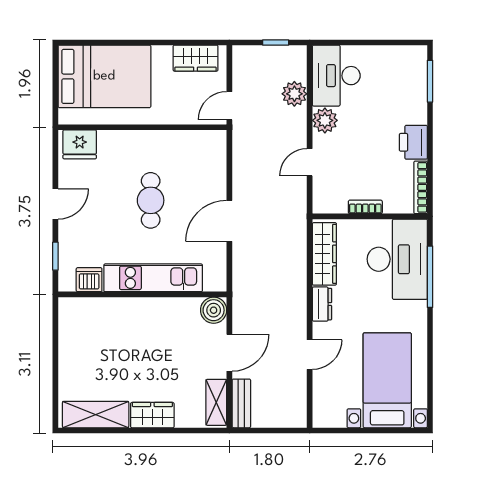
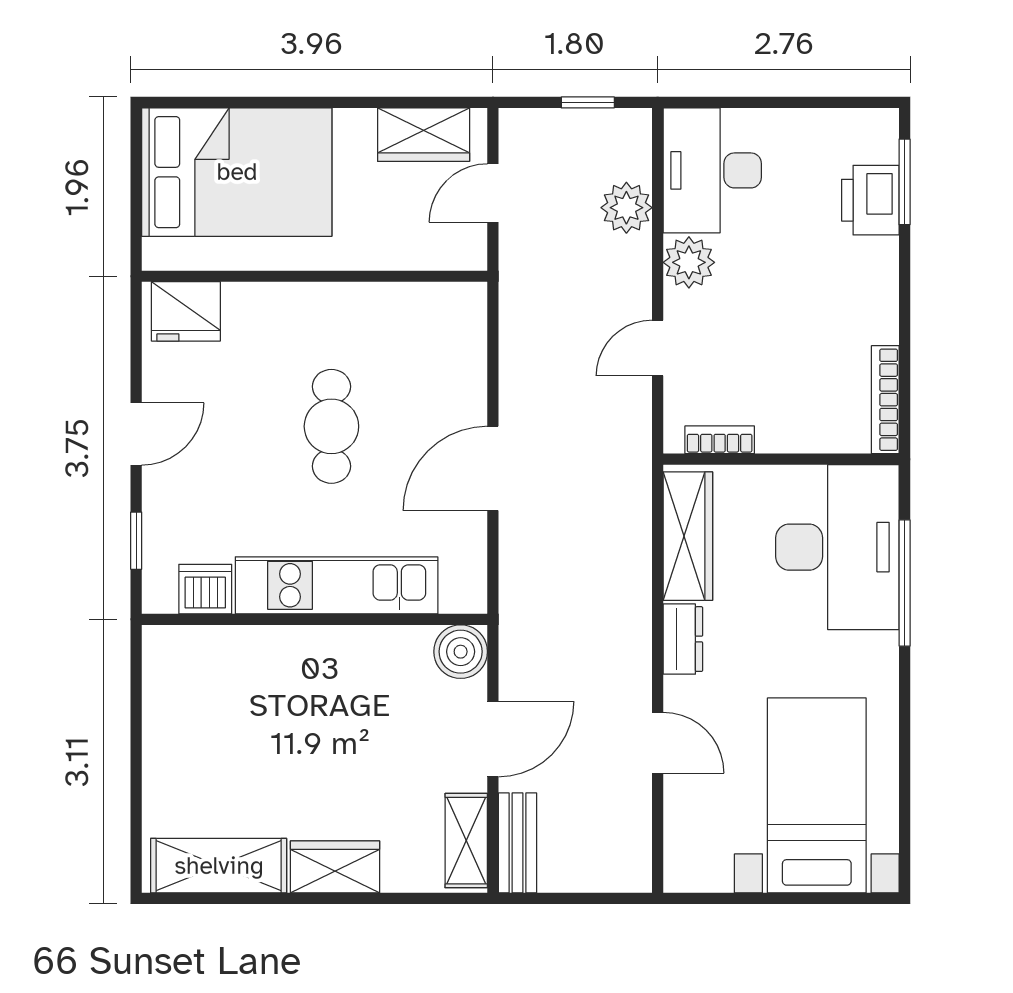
door: (229, 106) -> (493, 193), moved
printer: (413, 142) -> (870, 200), moved
bookcase: (365, 207) -> (720, 440), moved
door: (310, 355) -> (658, 743), hinge flipped

